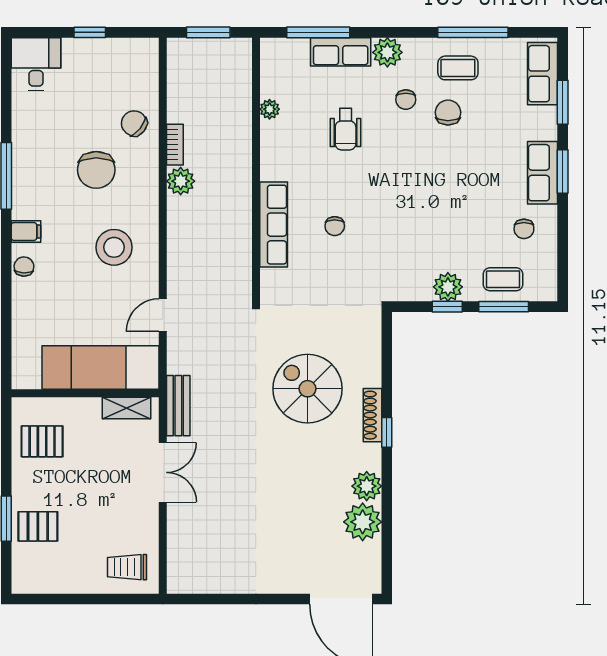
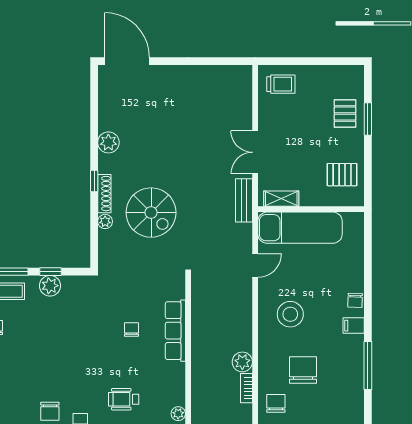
chair: (134, 123) -> (276, 403), turned -129
wheelchair: (346, 129) -> (124, 399), turned -90
plant: (363, 522) -> (105, 221), moved, width x0.53, depth x0.53
pallet: (38, 526) -> (345, 113), turned 90

